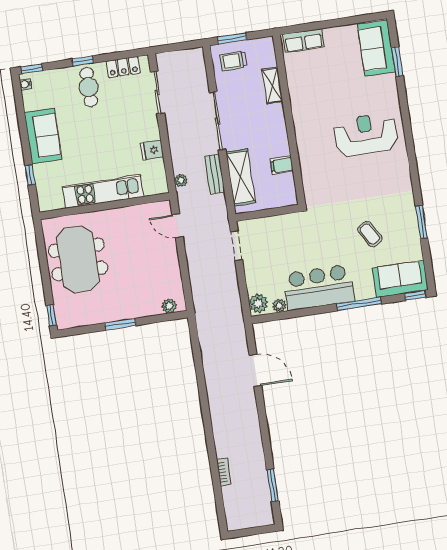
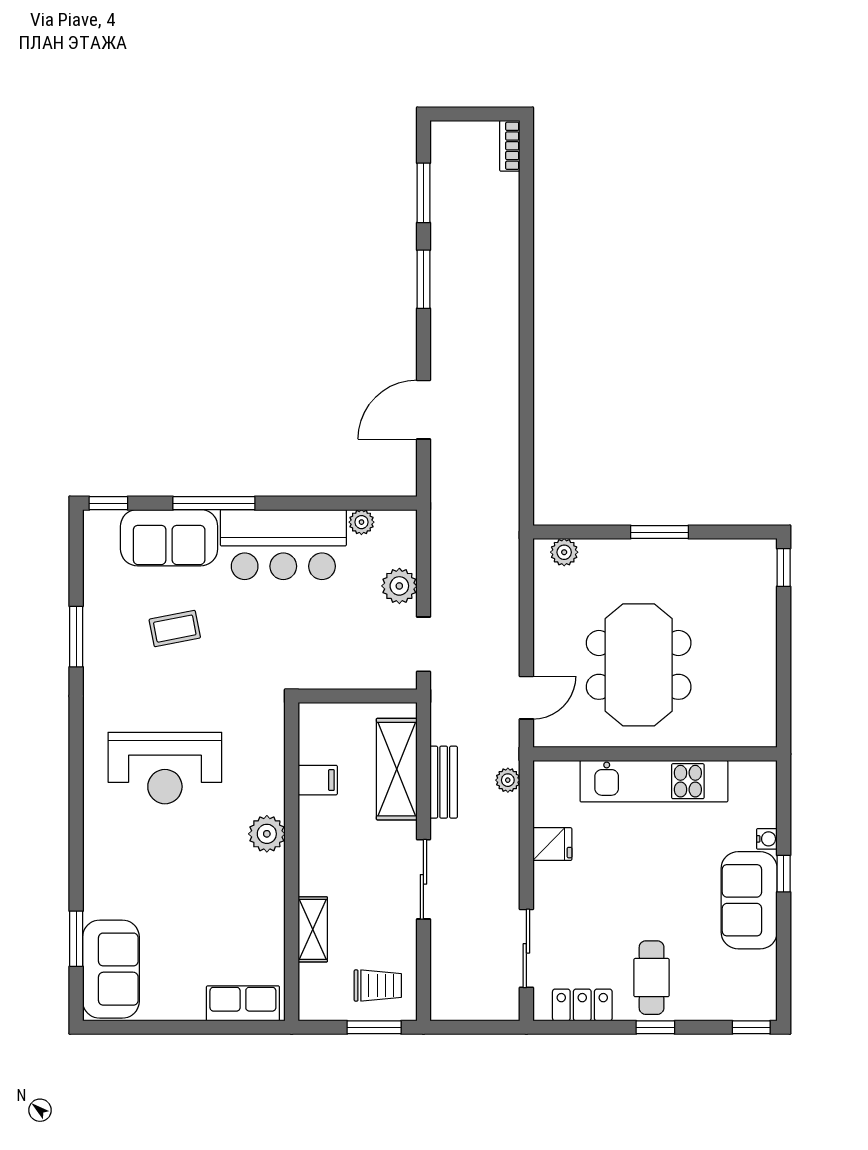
water cooler: (26, 84) -> (767, 839), moved
sliding door: (218, 121) -> (423, 879), width x0.73
plant: (304, 133) -> (267, 834), added
reception desk: (366, 135) -> (165, 768), moved
window: (30, 175) -> (784, 874), moved
door: (178, 226) -> (526, 698), hinge flipped
coffee table: (370, 234) -> (175, 629), turned -70
meeting table: (78, 259) -> (639, 665), moved
sofa: (400, 279) -> (169, 538), moved
plant: (258, 303) -> (399, 586), moved
door: (255, 370) -> (423, 410), hinge flipped
window: (266, 440) -> (423, 279), added
bookcase: (224, 472) -> (510, 146), moved

